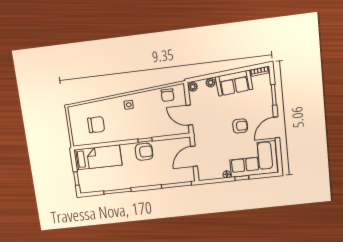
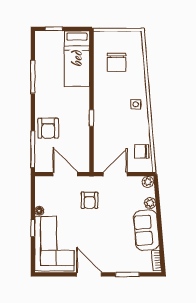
armchair: (240, 126) -> (90, 200), moved
armchair: (144, 152) -> (48, 128), moved

